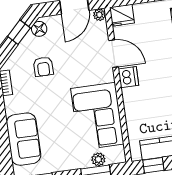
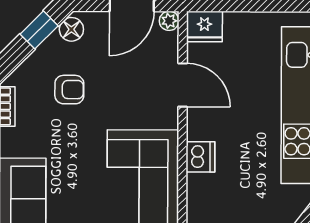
armchair: (43, 67) -> (69, 90), turned -90
dishwasher: (128, 77) -> (200, 157), moved

